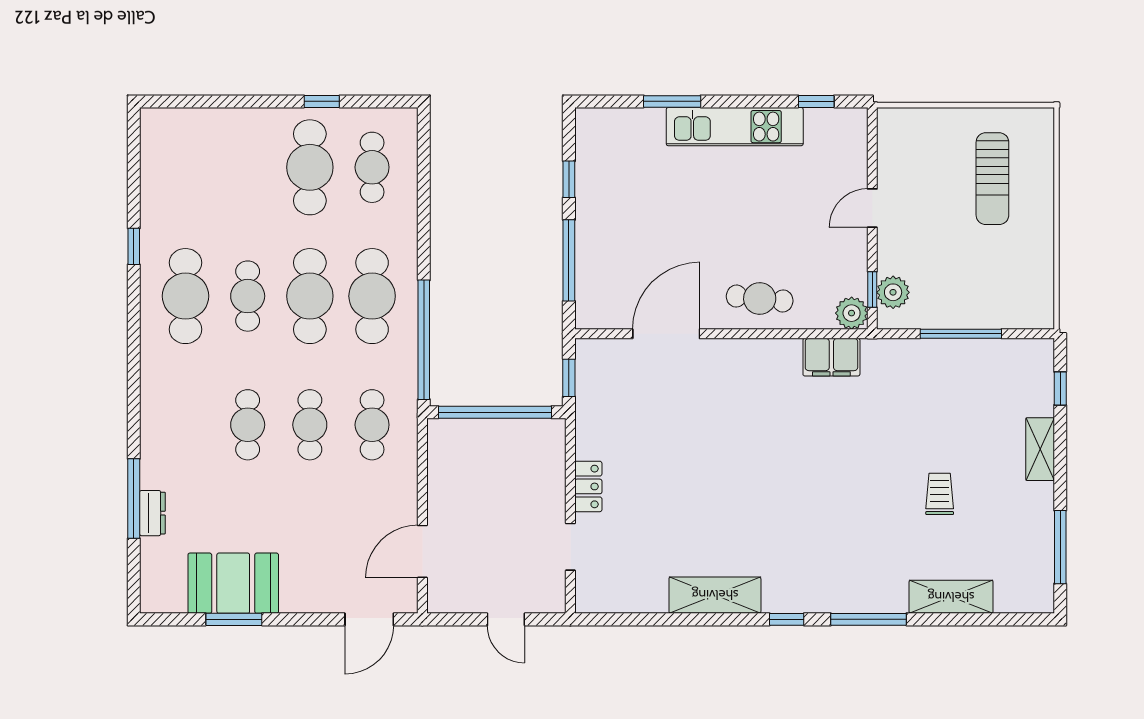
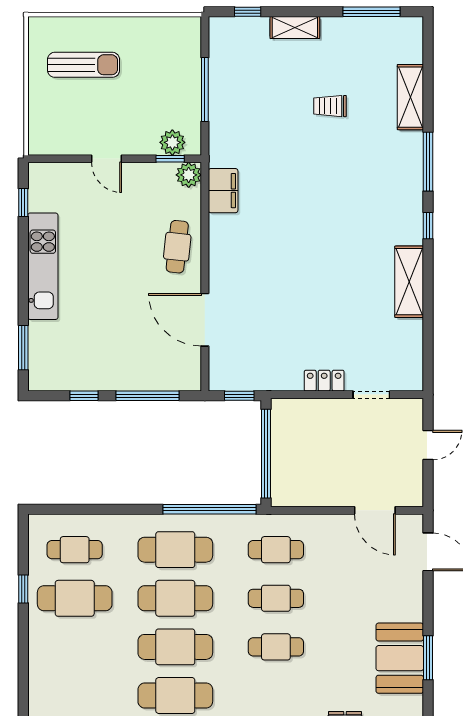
window: (672, 101) -> (23, 348), moved
cafe table: (248, 296) -> (175, 647), width x1.37, depth x1.35

